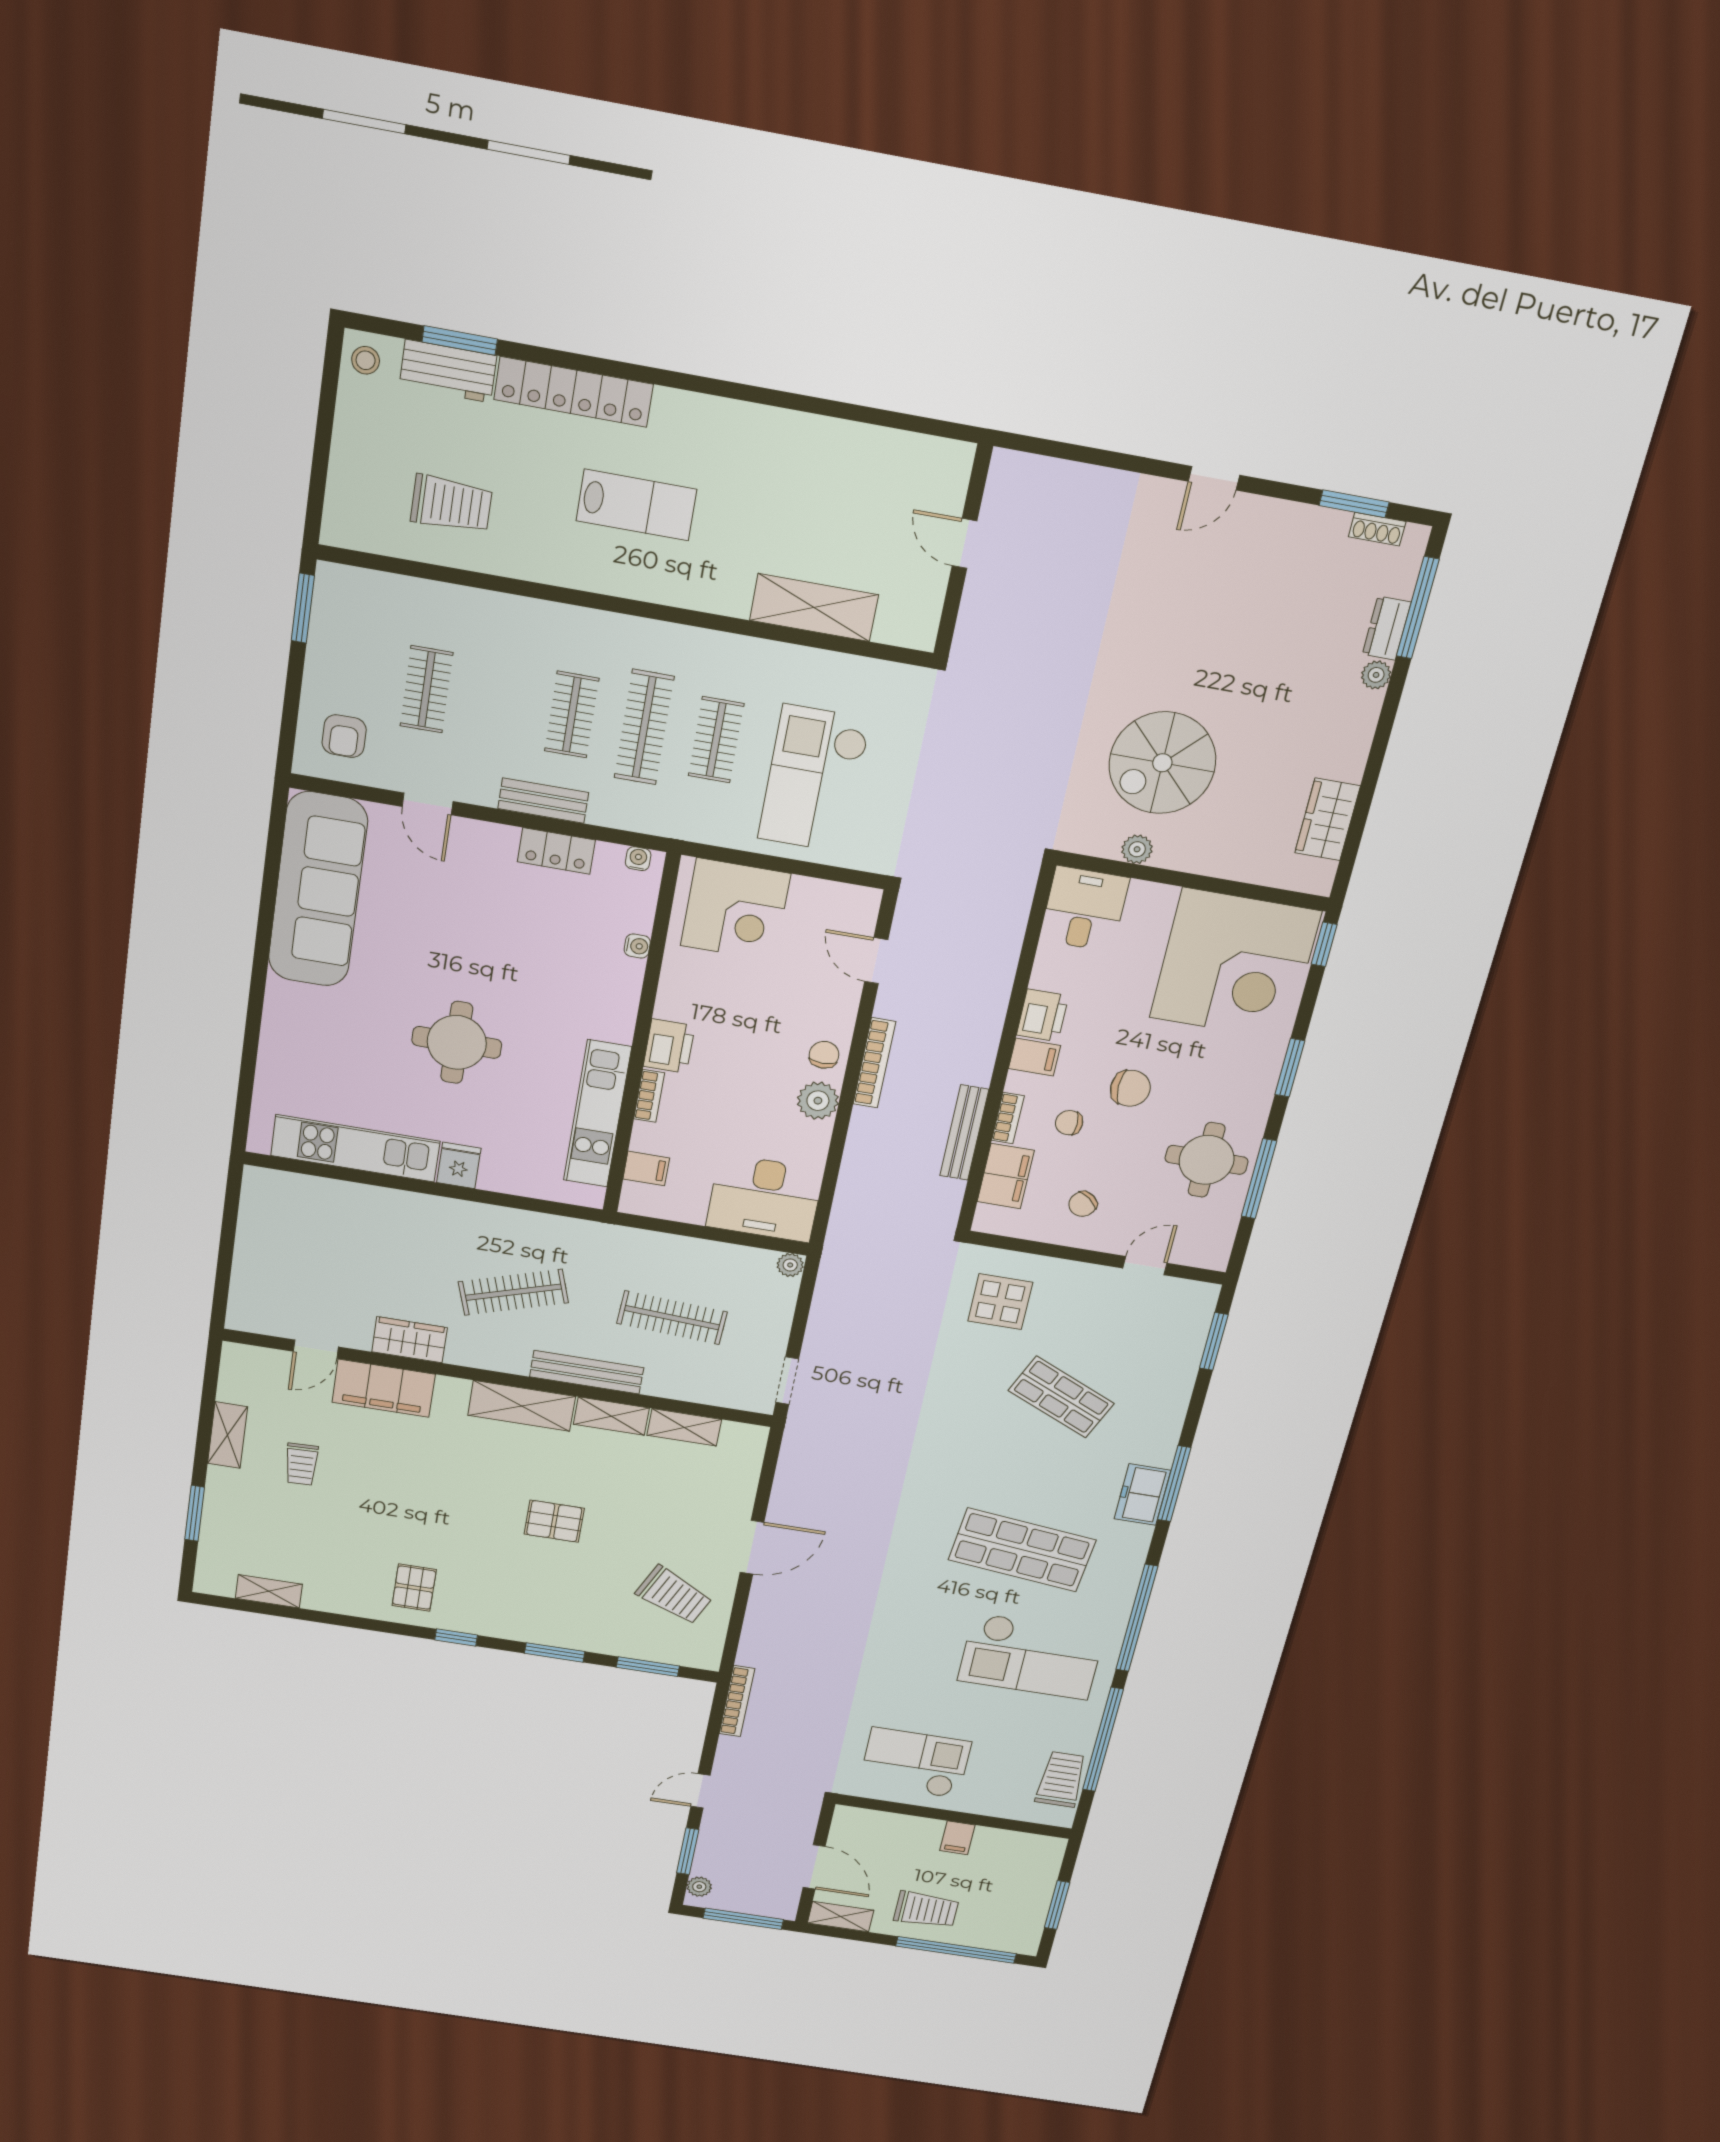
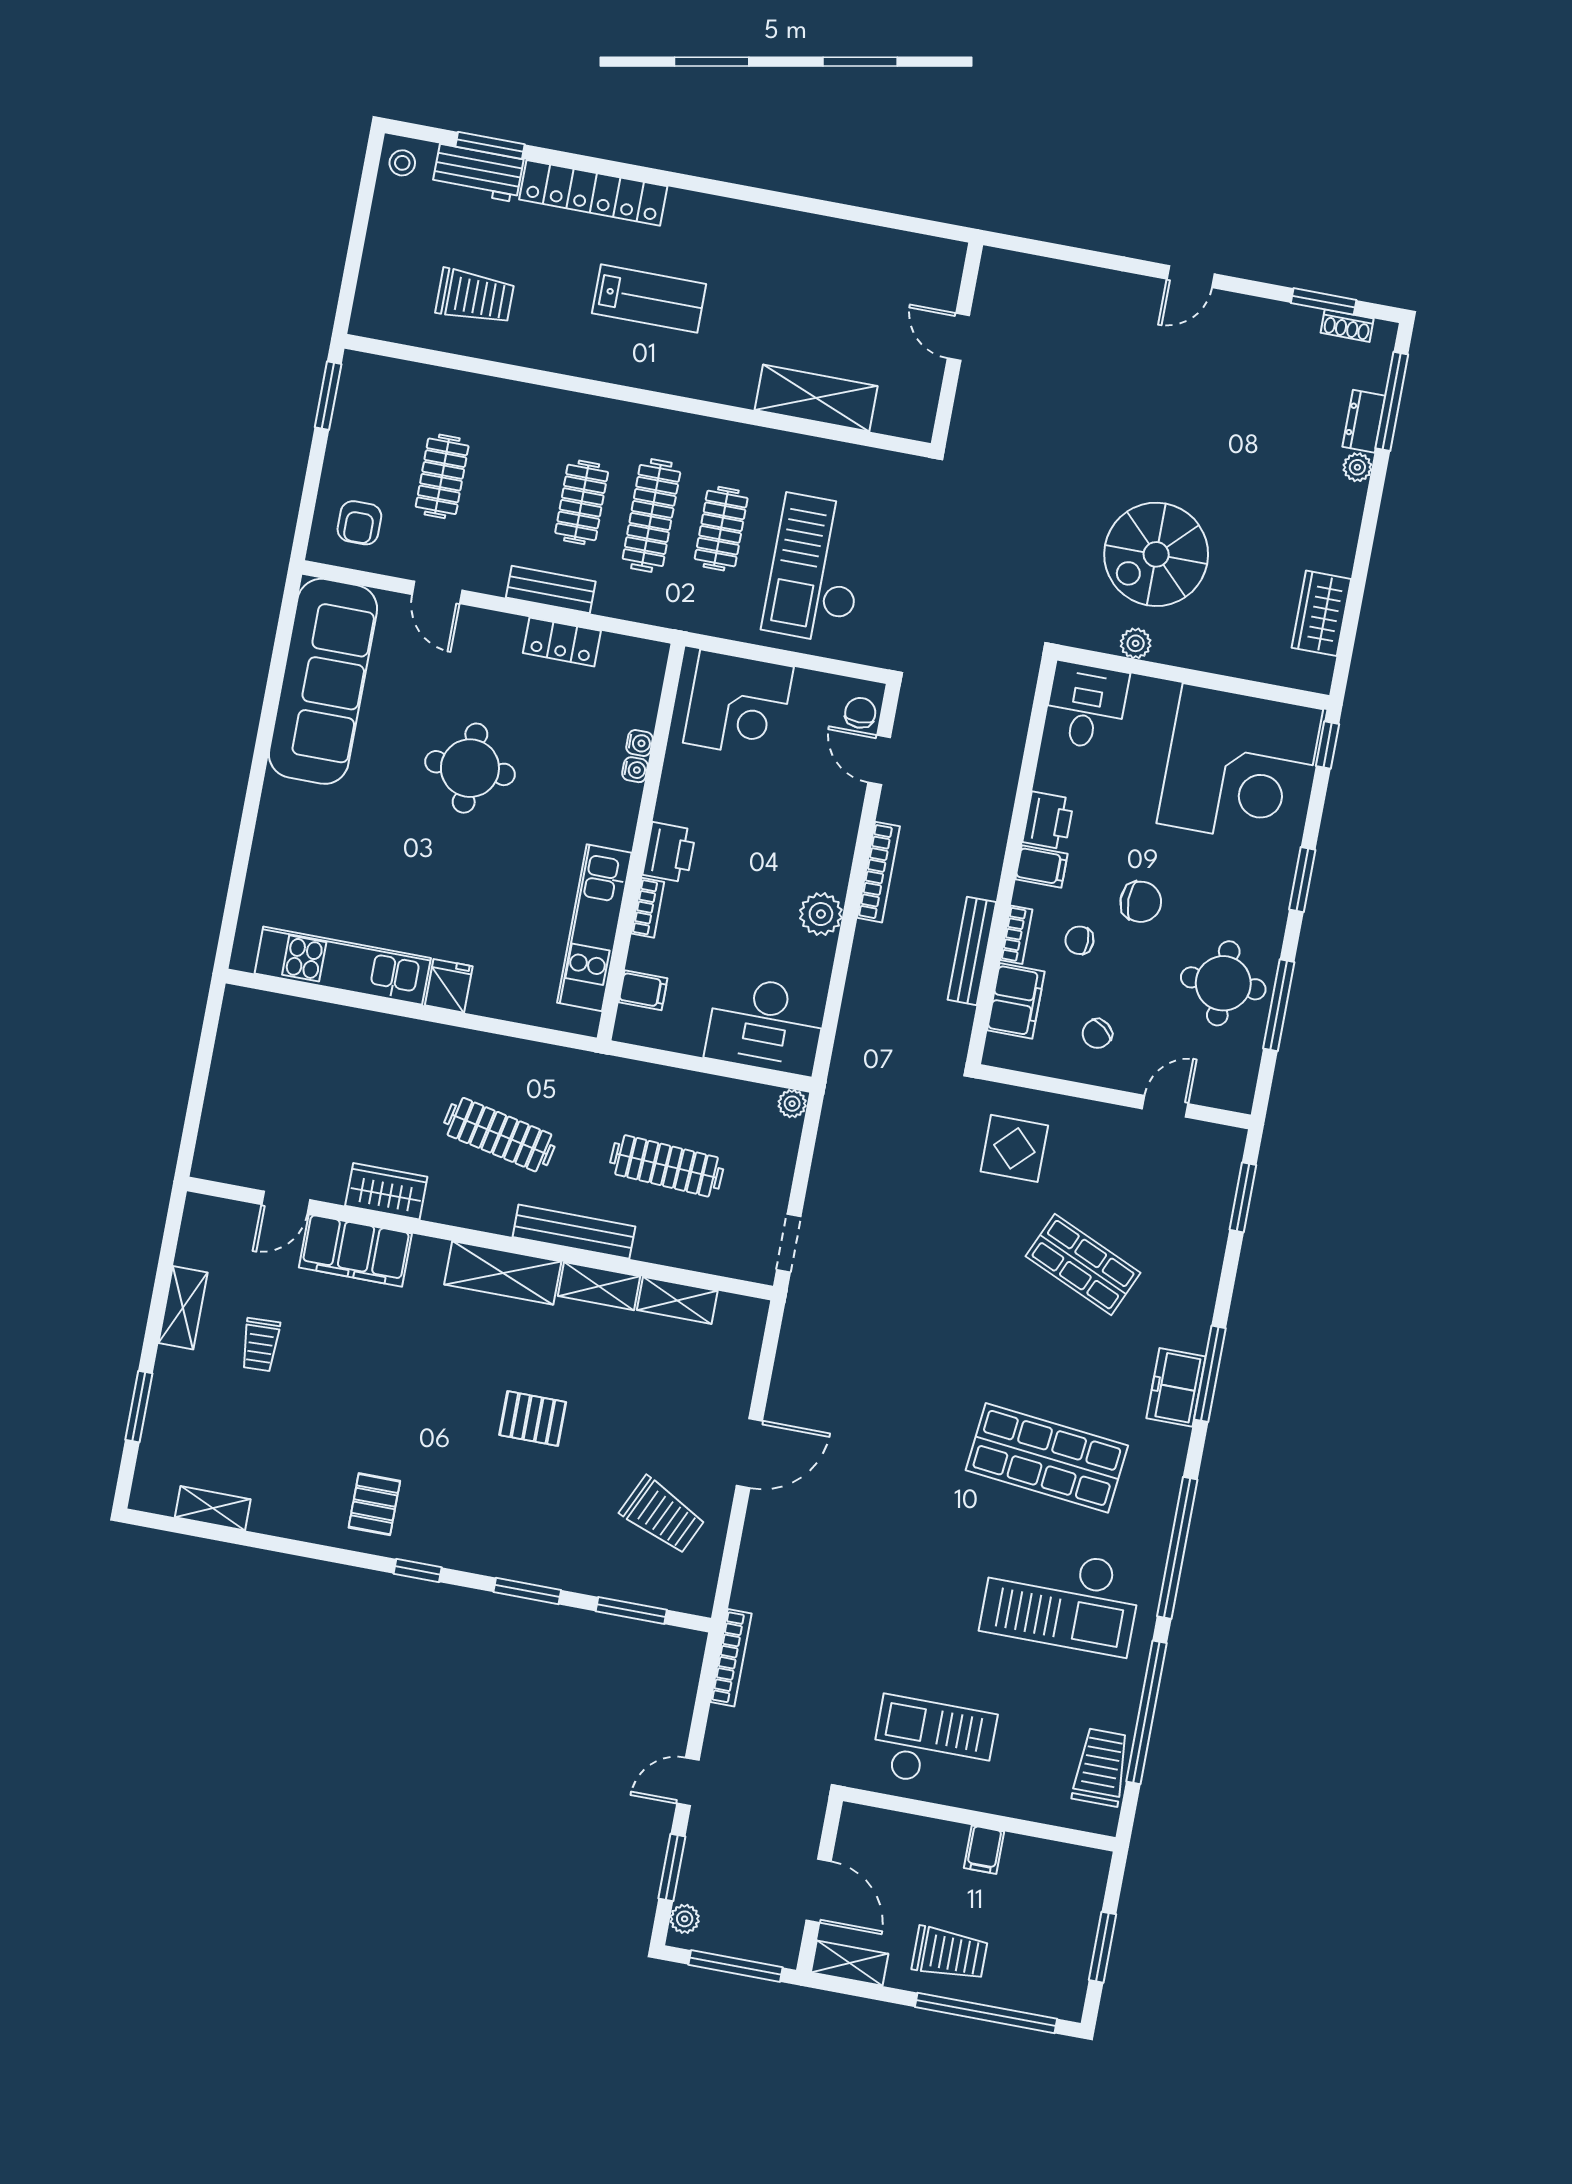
water cooler: (638, 859) -> (635, 770), moved, turned 90
round table: (457, 1042) -> (470, 768), moved
chair: (824, 1055) -> (860, 713), moved
clothes rail: (513, 1292) -> (499, 1135), turned 30

